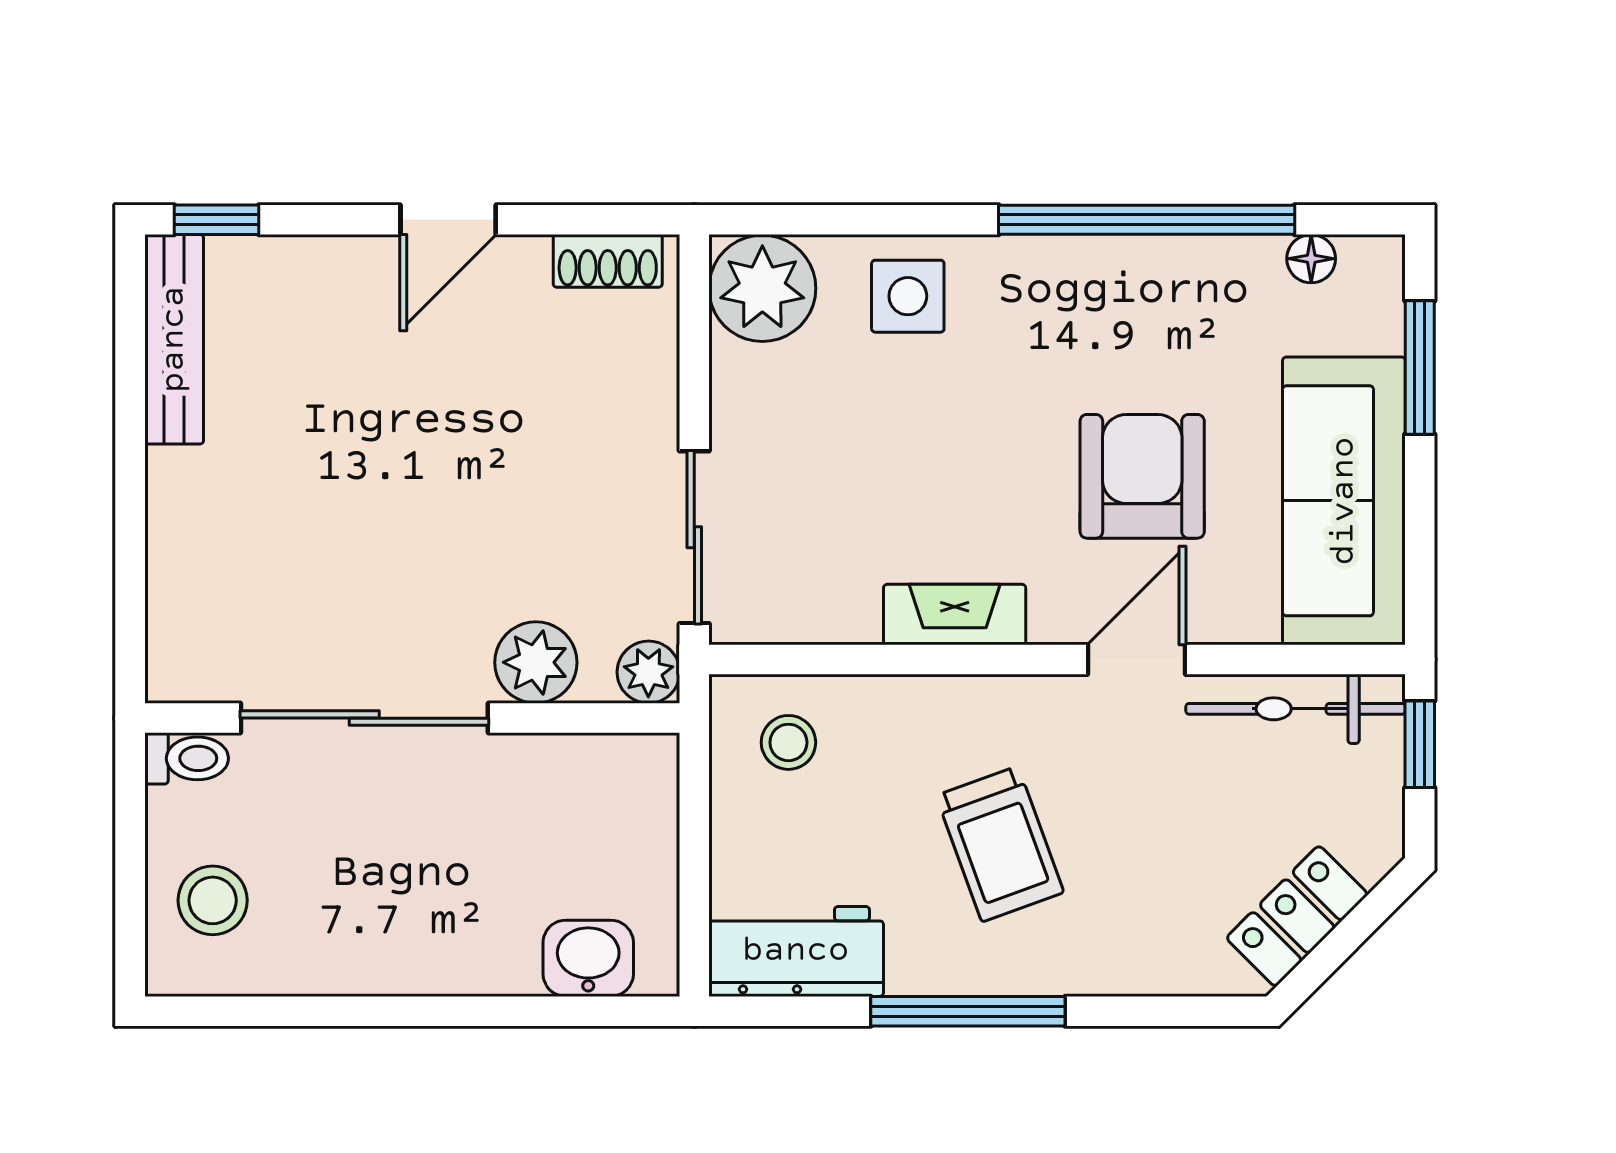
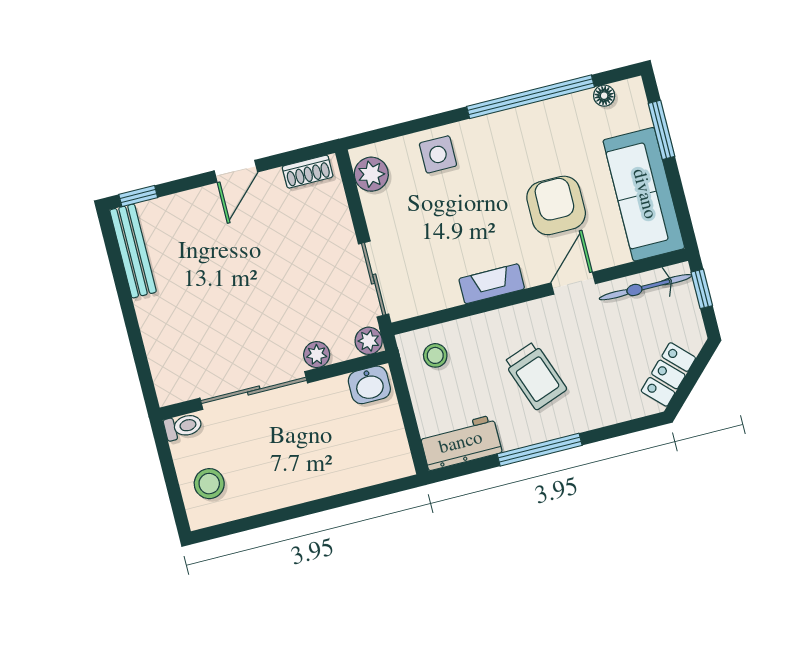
plant: (762, 288) -> (371, 174), width x0.73, depth x0.73
plant: (536, 662) -> (317, 355), width x0.73, depth x0.73
washbasin: (588, 958) -> (369, 385), moved, turned 180

